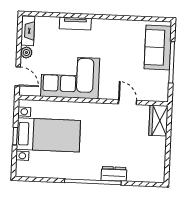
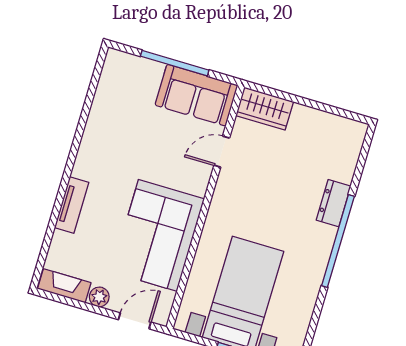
sofa: (158, 48) -> (197, 95), moved

